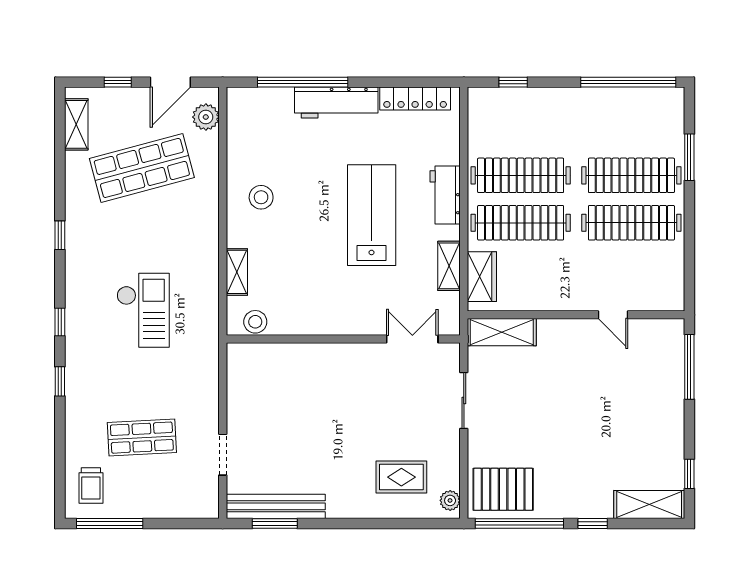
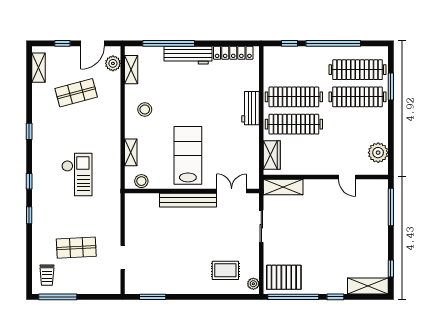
window: (628, 82) -> (333, 43), moved
shop shelf: (142, 168) -> (76, 93), width x0.70, depth x0.74
lab bench: (372, 215) -> (188, 155), moved
clothes rail: (631, 223) -> (358, 70), moved
shelving: (449, 266) -> (131, 70), moved
plant: (667, 272) -> (378, 153), added
bench: (276, 506) -> (188, 200), moved

